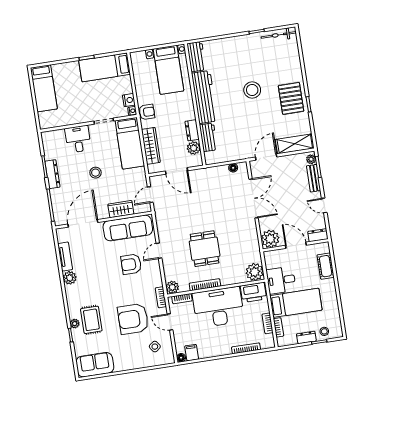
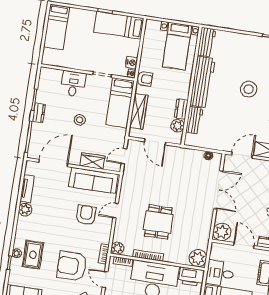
dresser: (52, 174) -> (39, 113), width x0.70
armchair: (131, 264) -> (86, 215), turned 90

